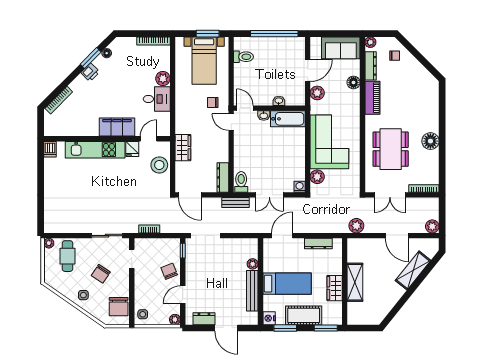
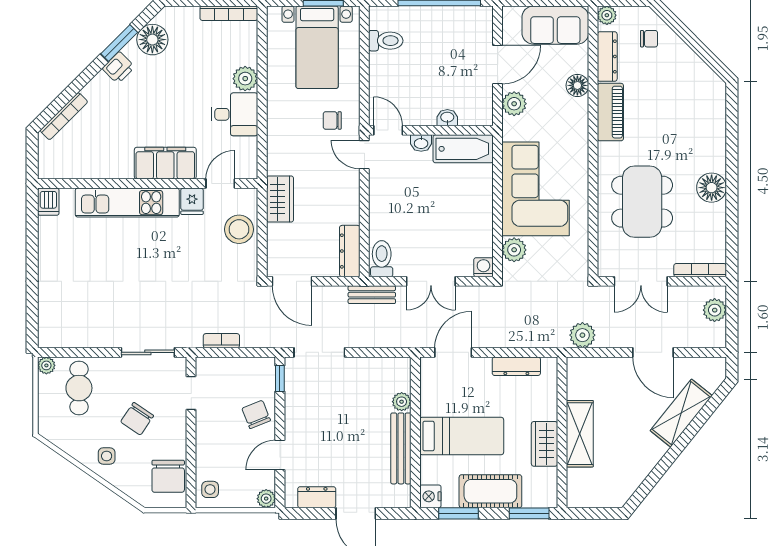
floor lamp: (107, 53) -> (152, 40), width x1.89, depth x1.89
plant: (432, 226) -> (715, 310), moved

